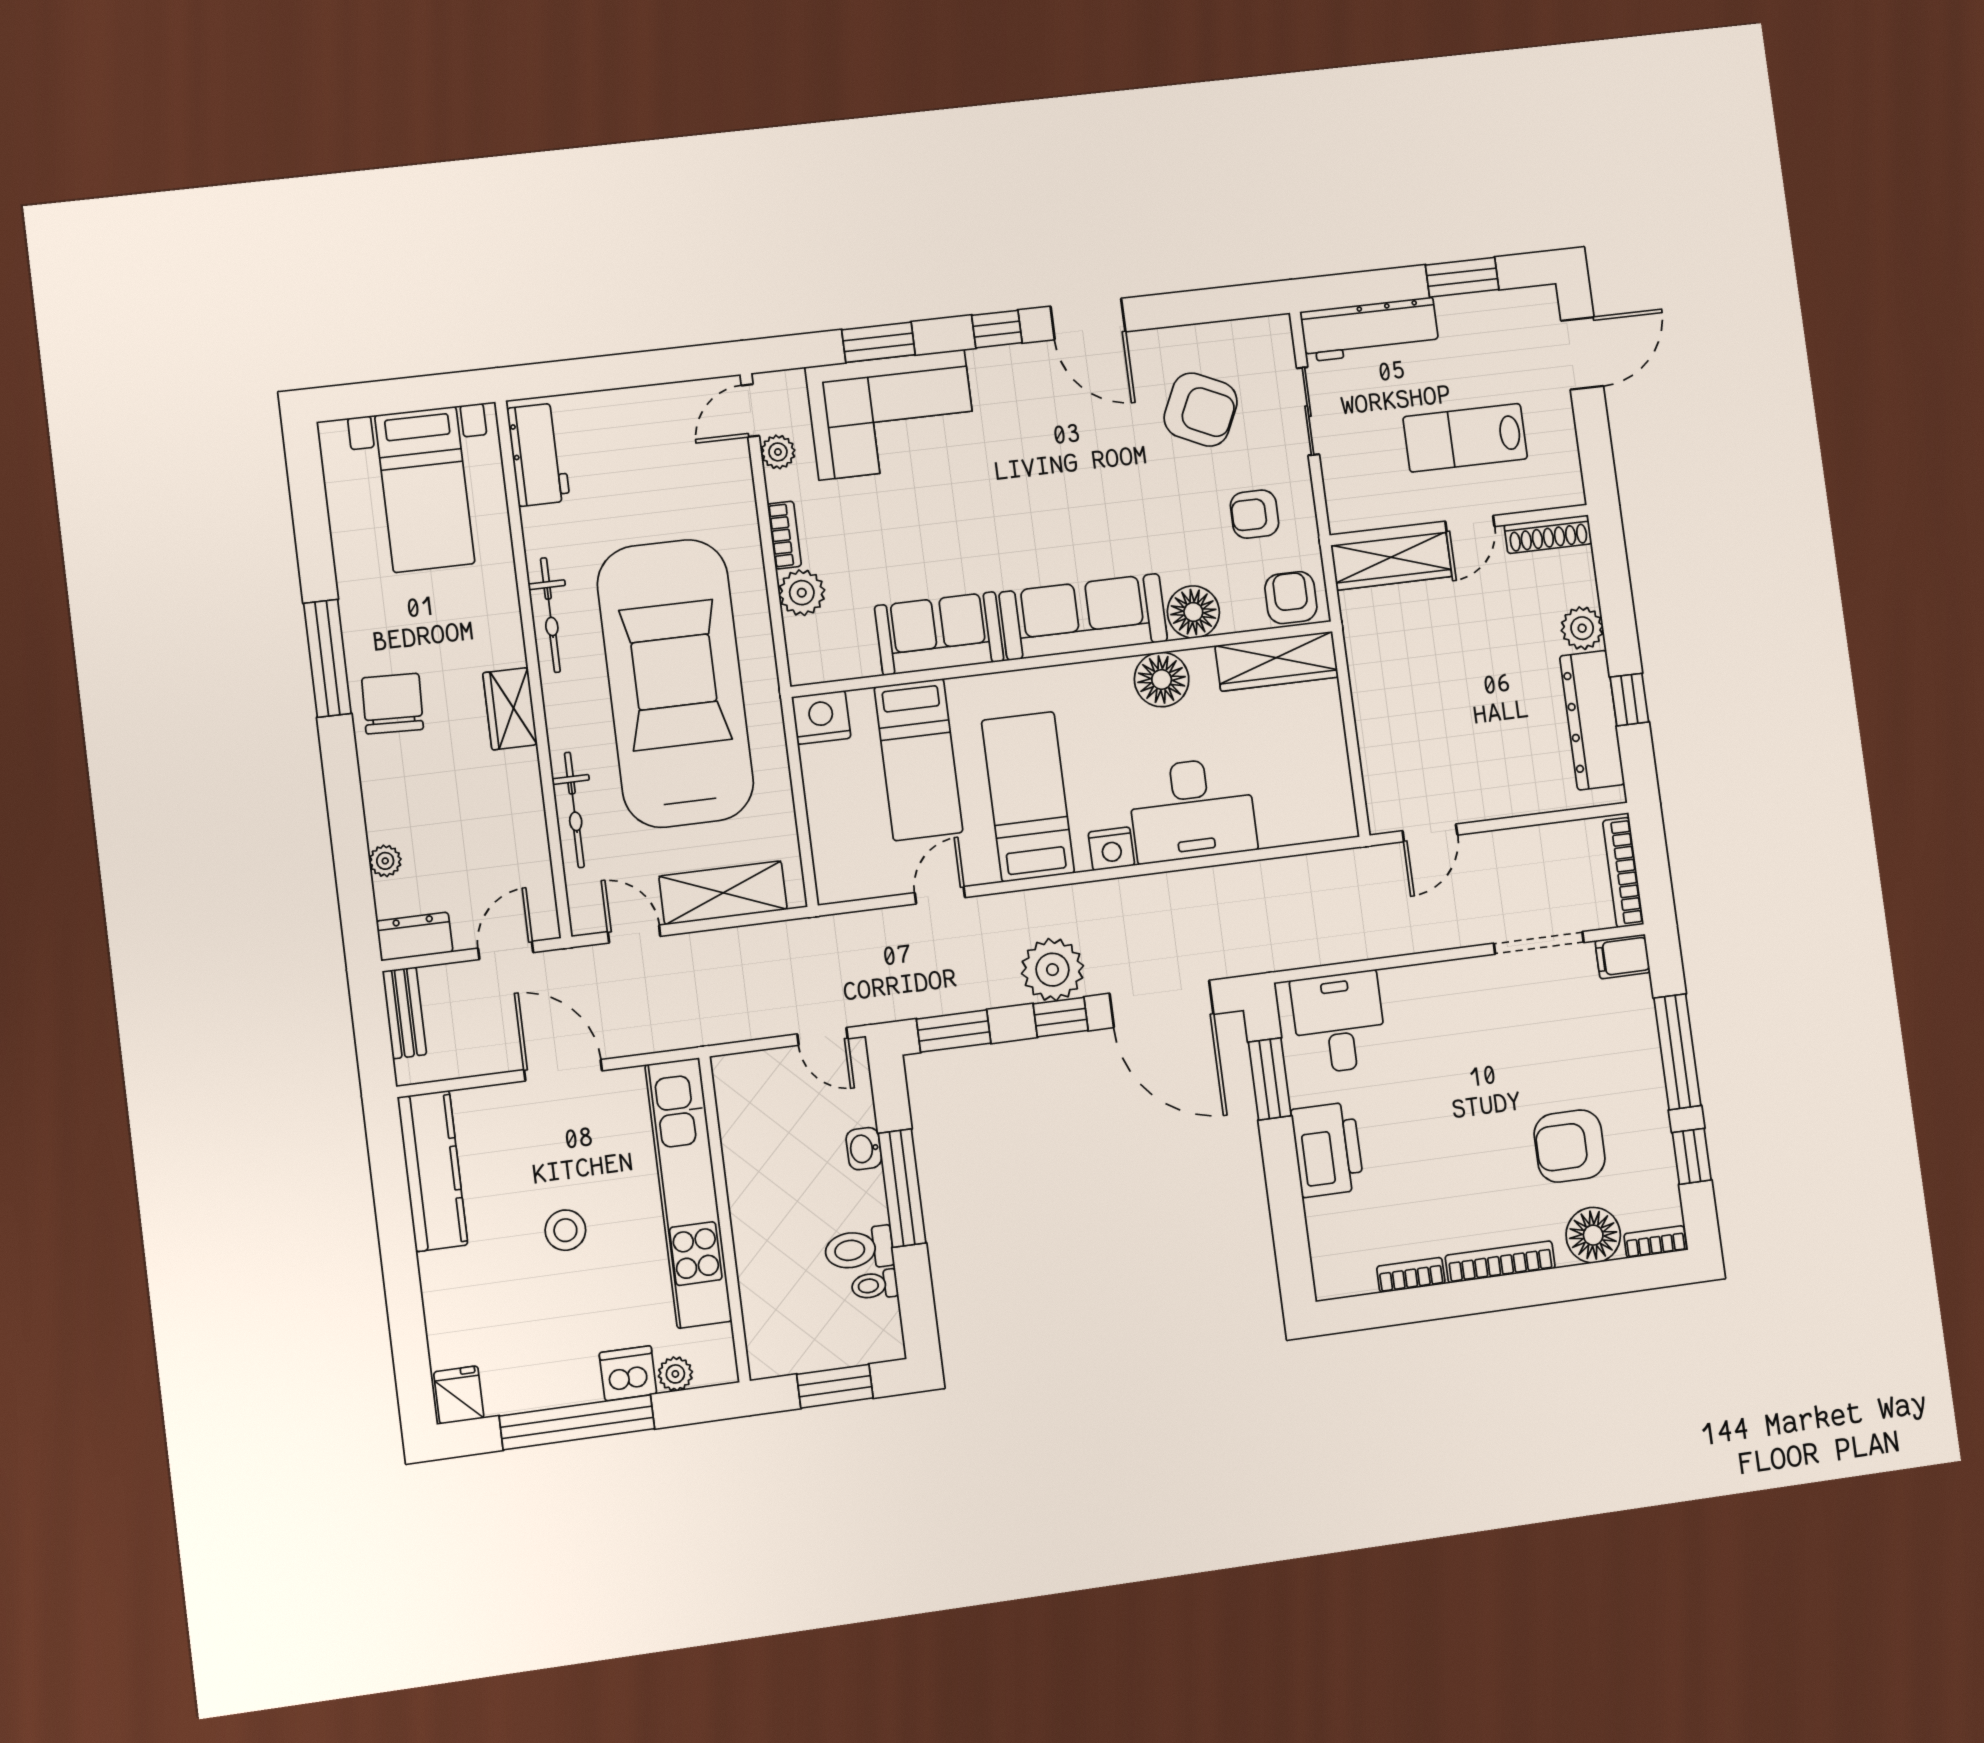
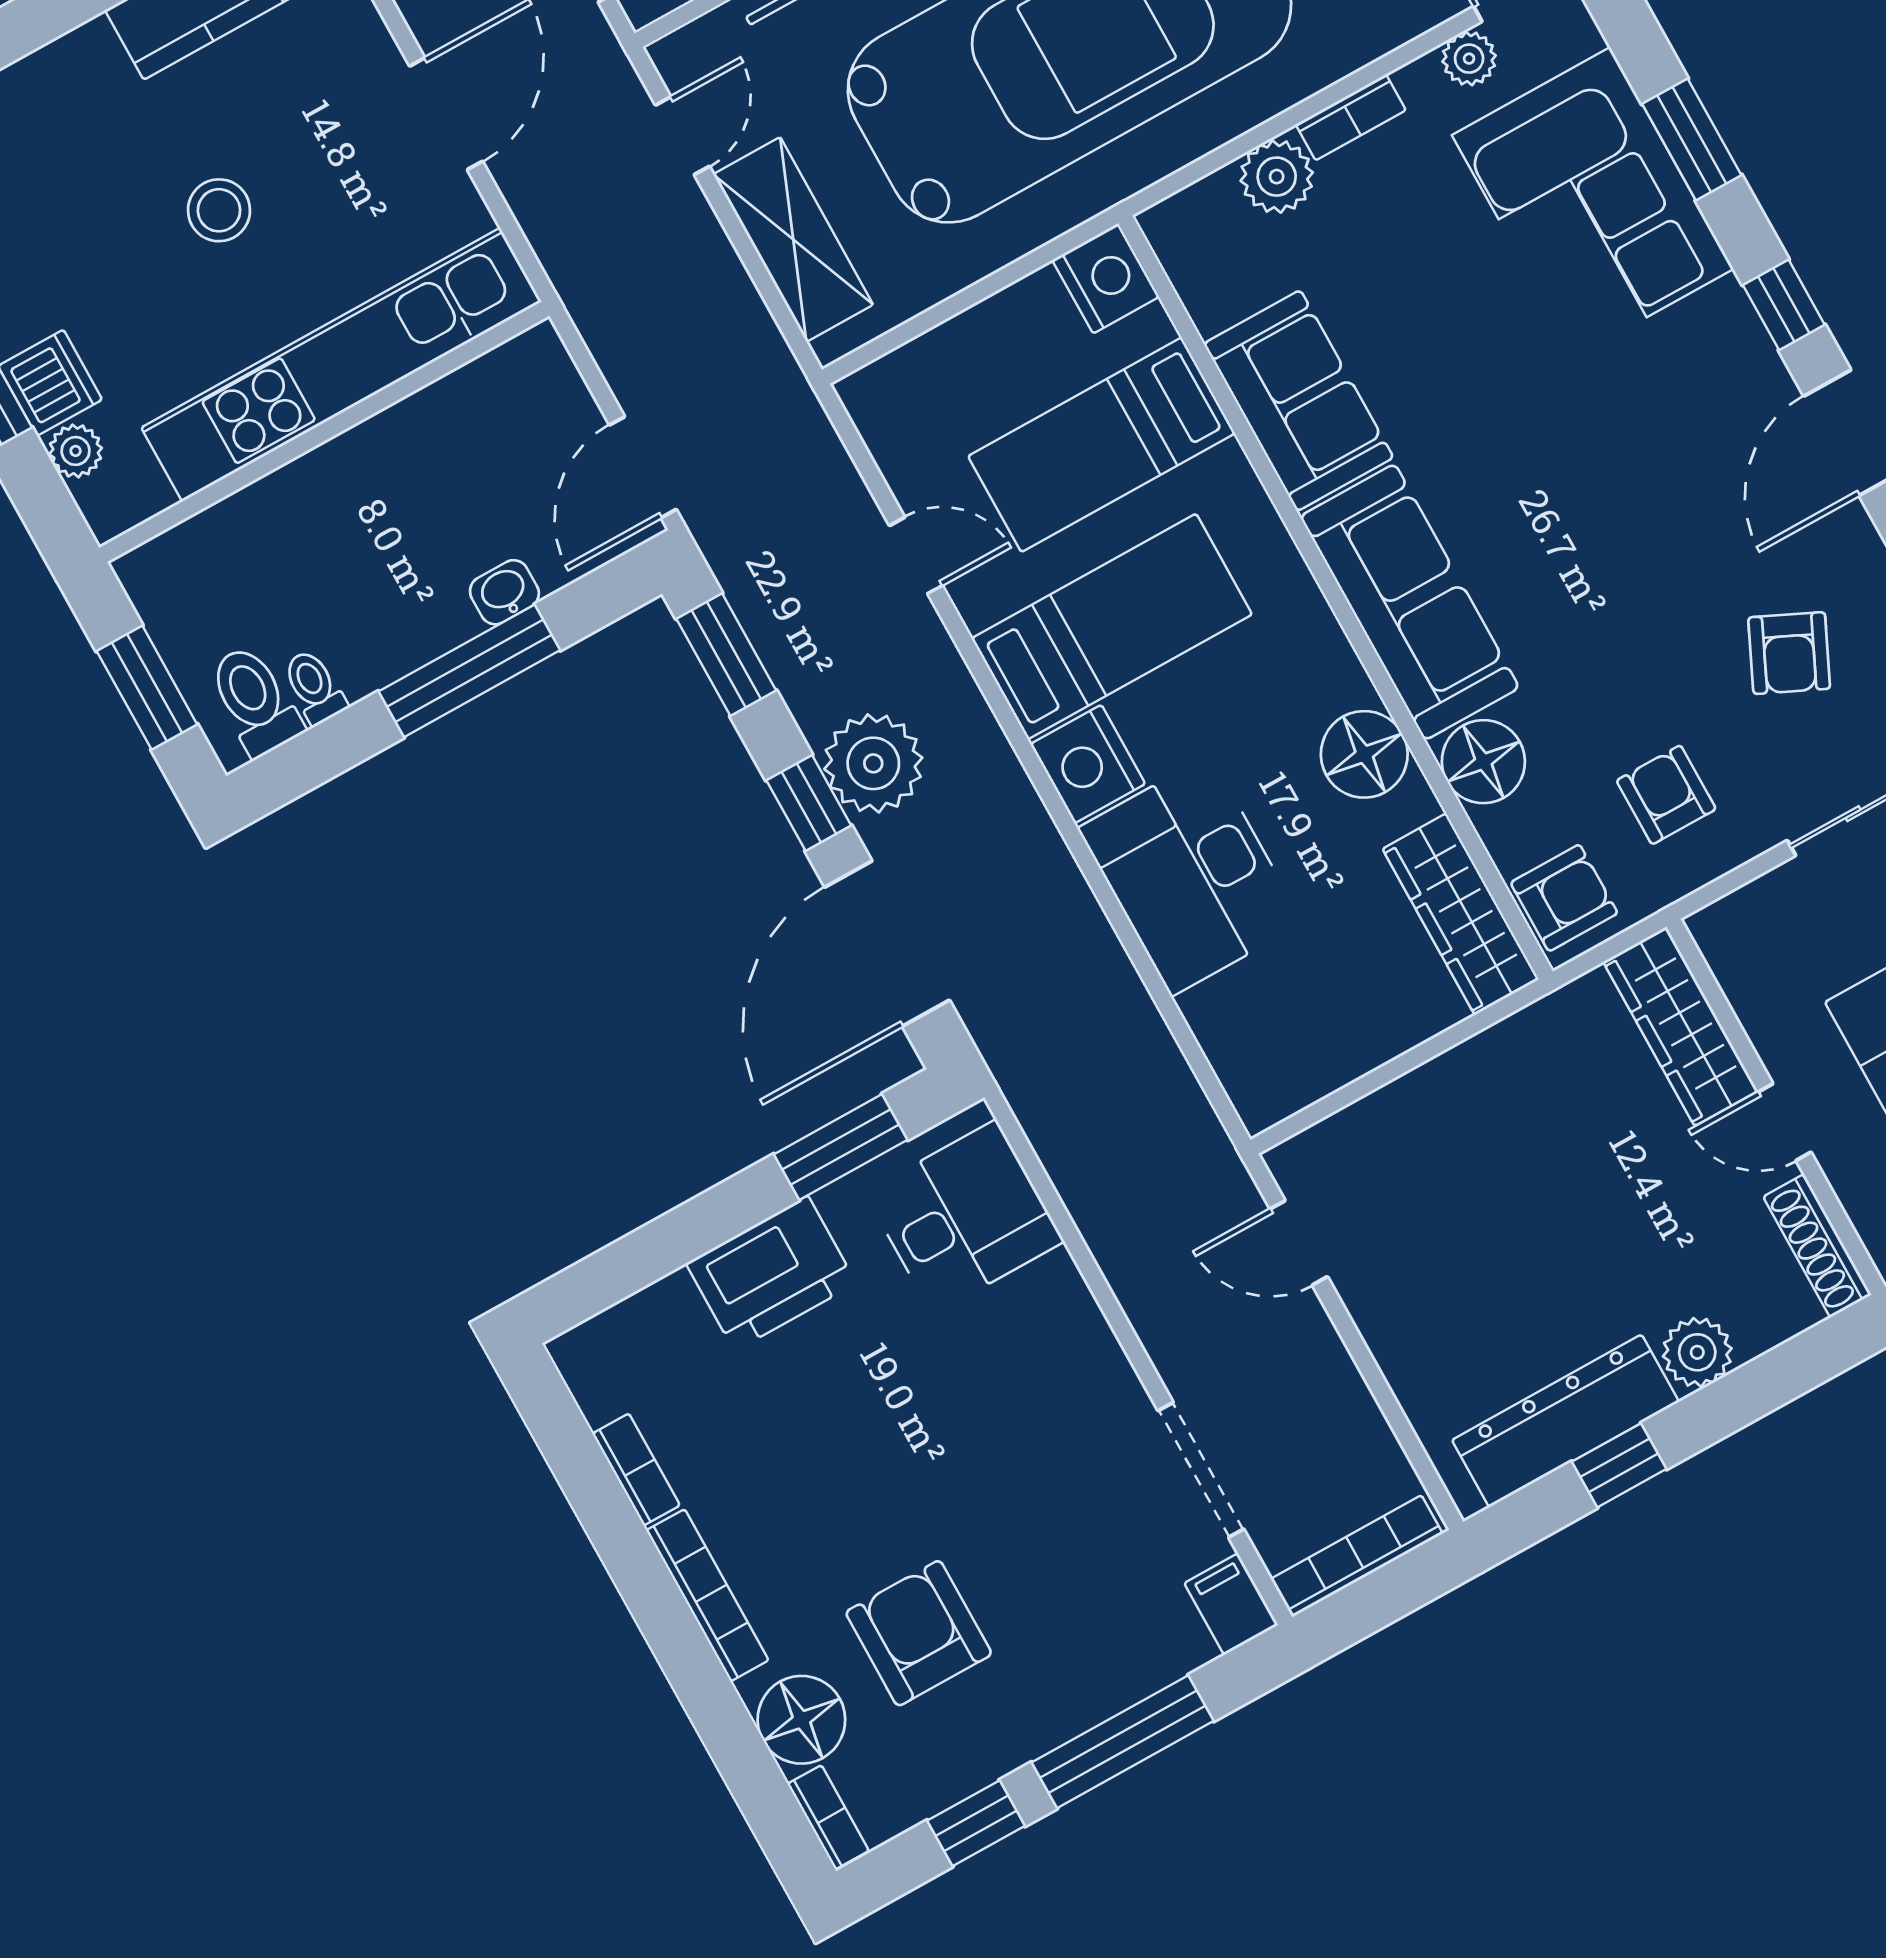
armchair: (1201, 410) -> (1789, 653), width x0.72, depth x0.72
nightstand: (1111, 849) -> (1088, 764), width x1.36, depth x1.33
door: (823, 1036) -> (643, 467), width x1.38
toilet: (859, 1249) -> (255, 701), moved

